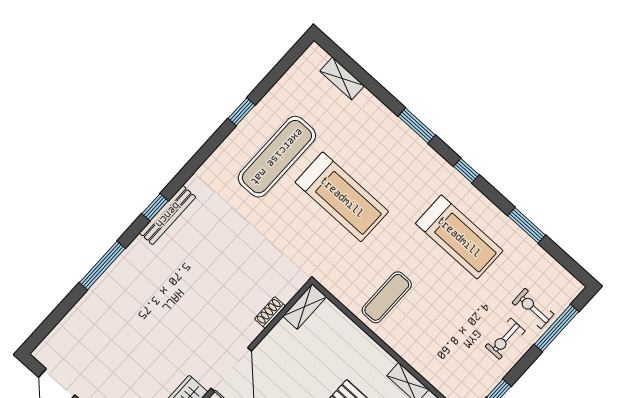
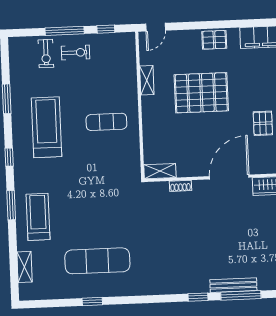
treadmill: (342, 197) -> (38, 217), moved, width x0.73, depth x0.73
window: (155, 207) -> (198, 297), moved
bench: (168, 215) -> (233, 285), moved
exercise mat: (387, 297) -> (106, 122), moved
window: (556, 328) -> (65, 31), moved

